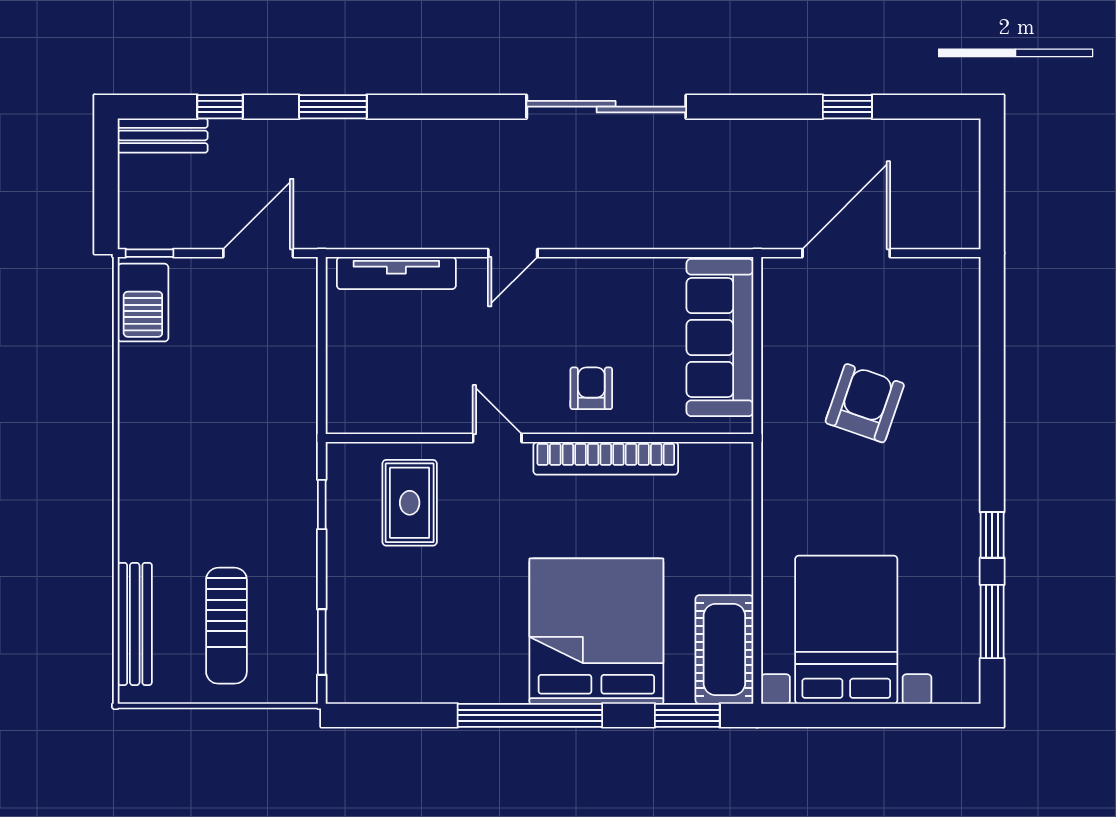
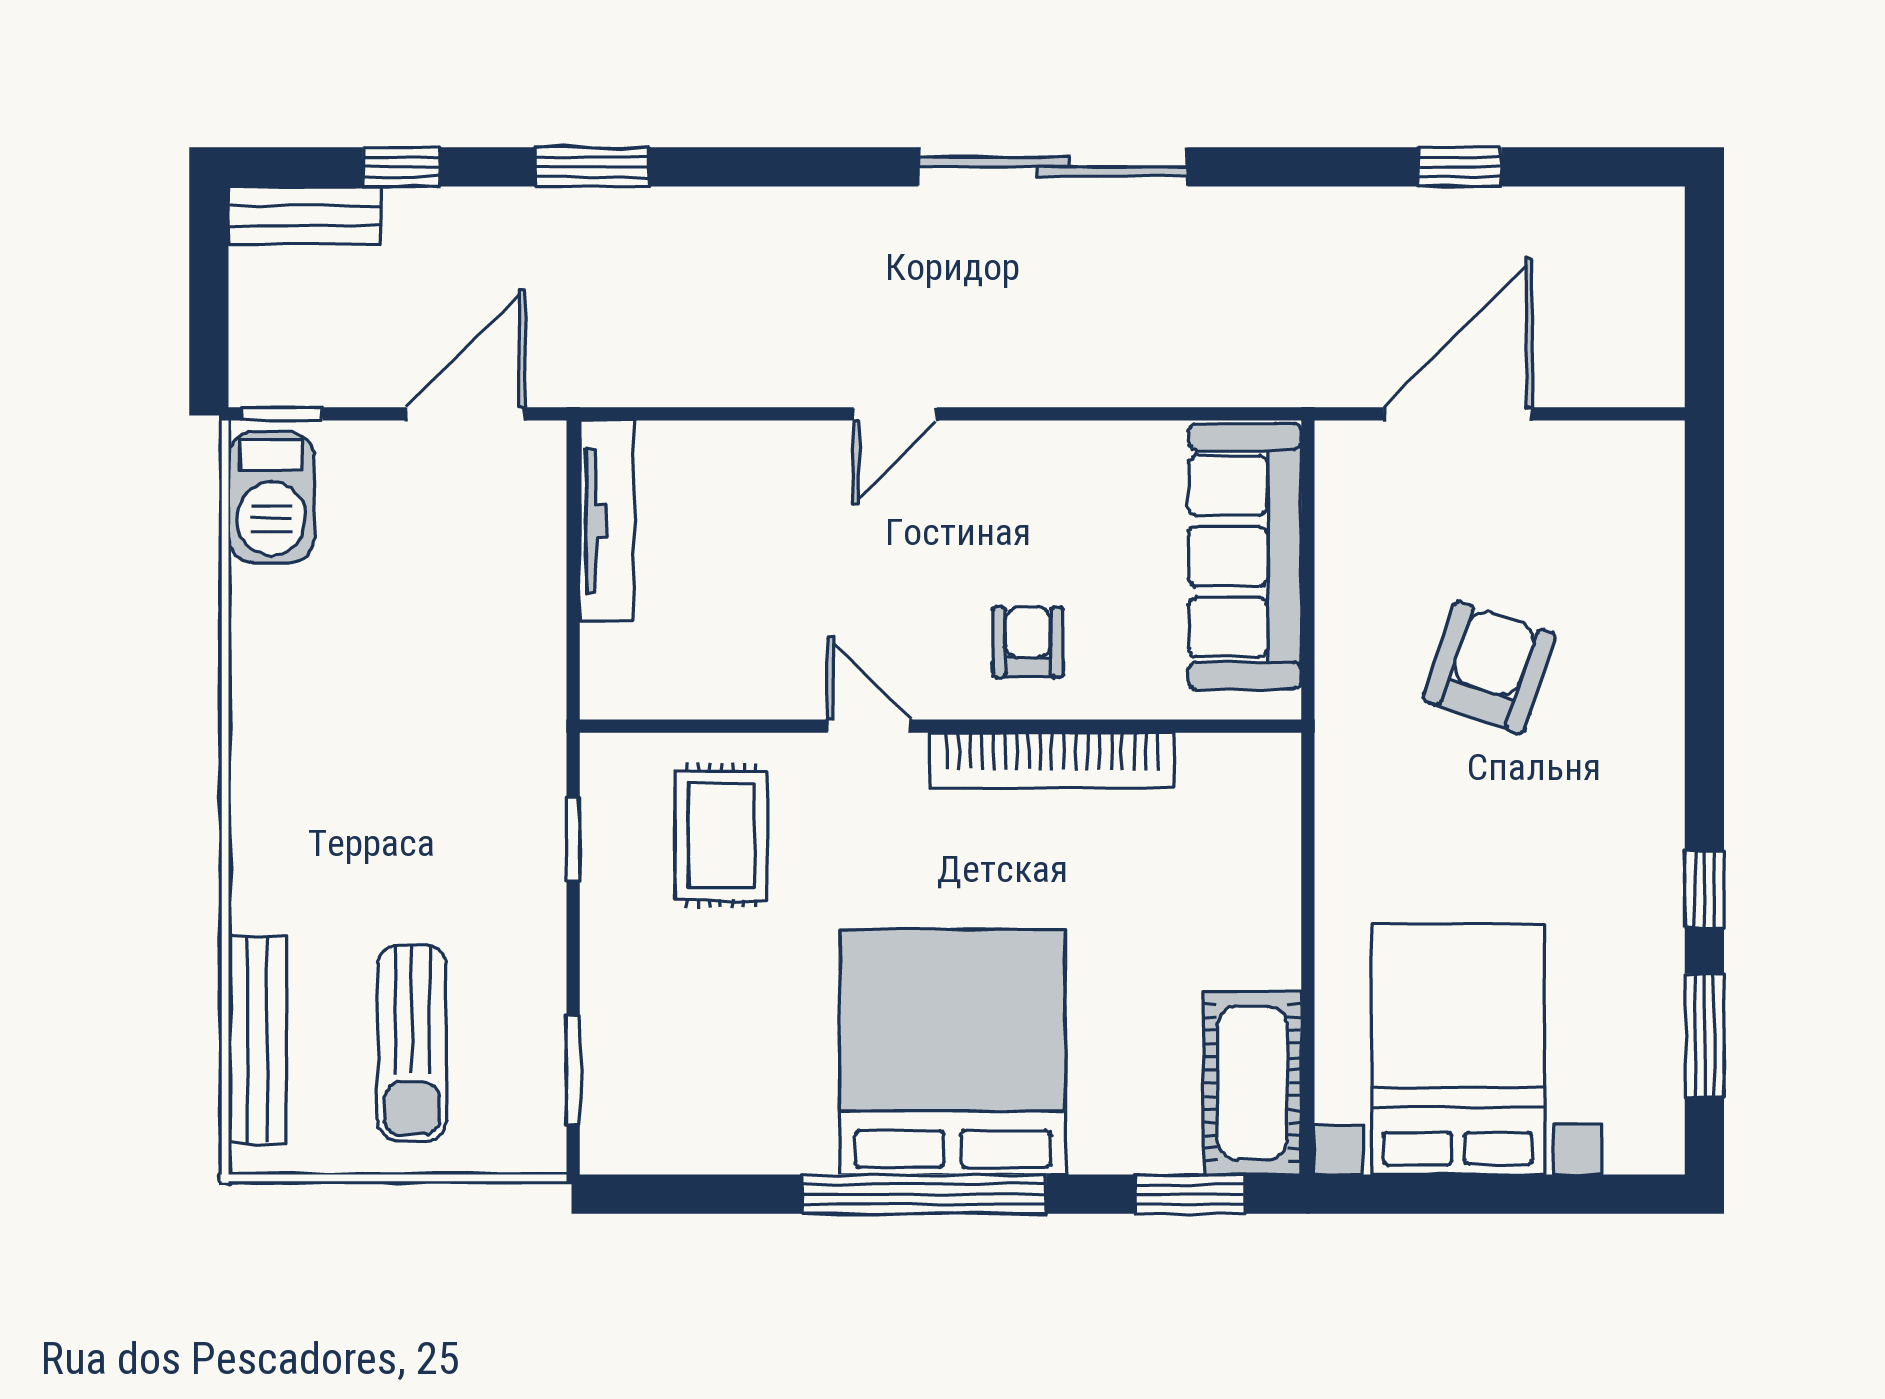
tv unit: (396, 273) -> (607, 521), moved, turned -90
bed: (596, 631) -> (953, 1052), moved

